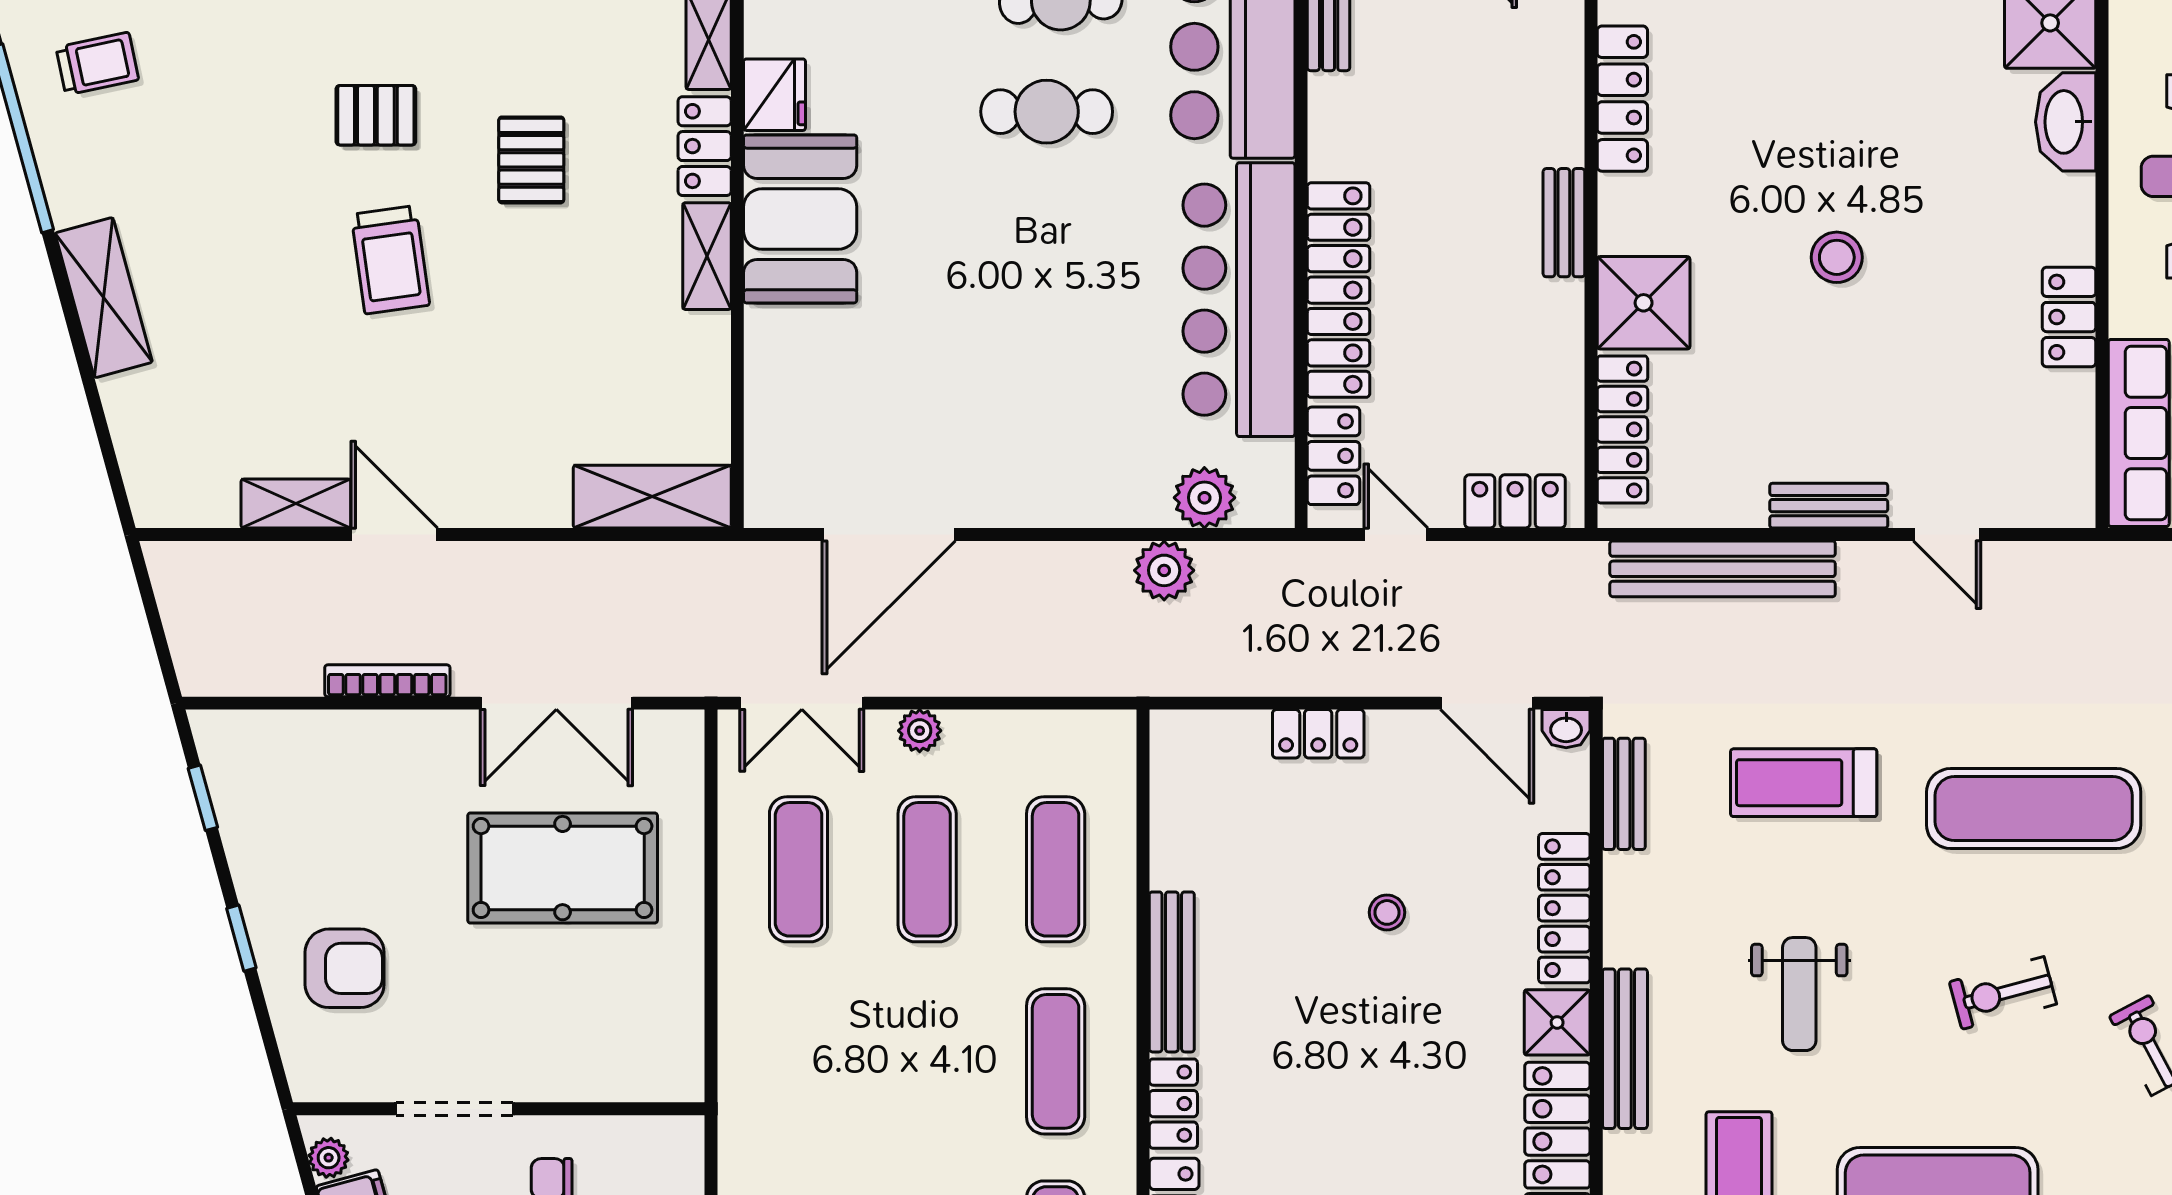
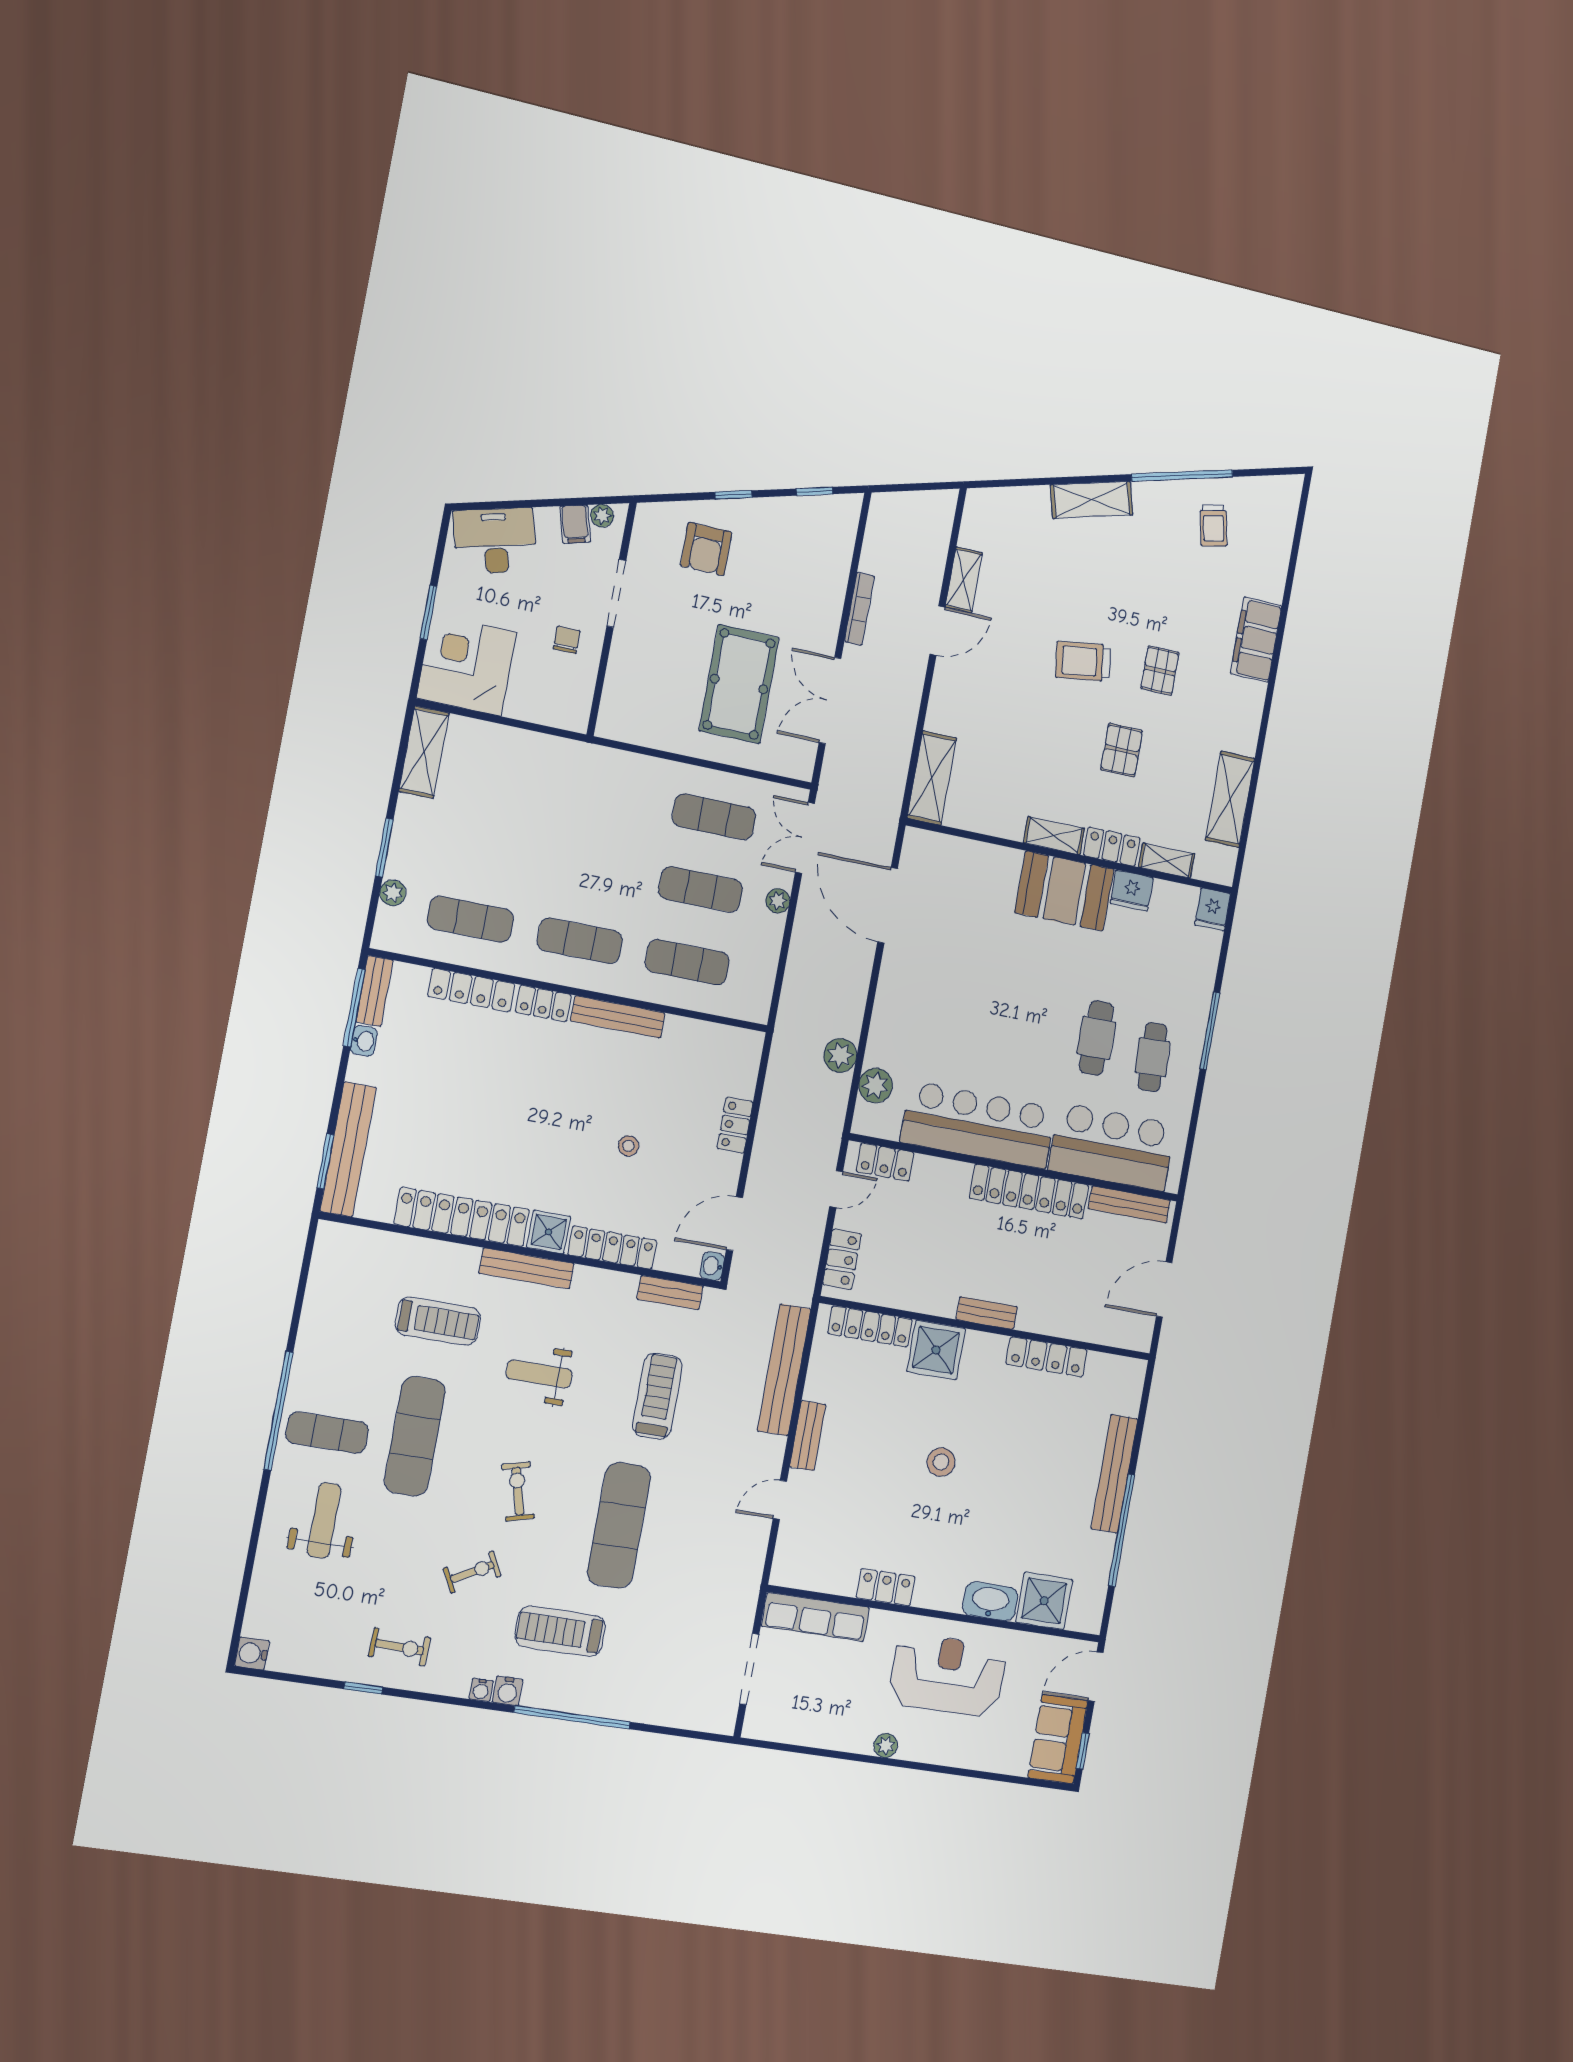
pallet: (531, 160) -> (1122, 750), turned 90
locker: (1339, 290) -> (1029, 1192), moved

